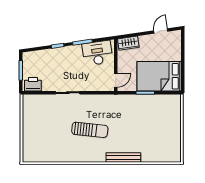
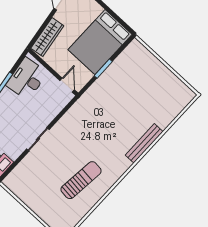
wardrobe: (128, 43) -> (47, 37), width x1.50
sun lounger: (90, 130) -> (81, 180), moved

